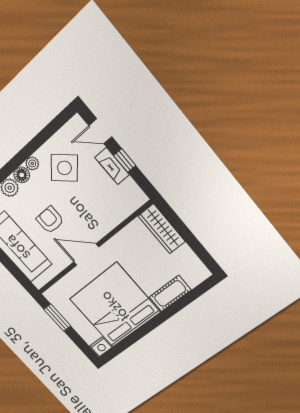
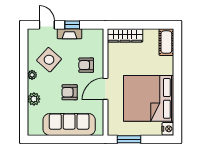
door: (100, 131) -> (47, 25), swing flipped
floor lamp: (22, 175) -> (33, 86), removed
armchair: (94, 214) -> (86, 65), added
cot: (170, 294) -> (166, 42), moved

